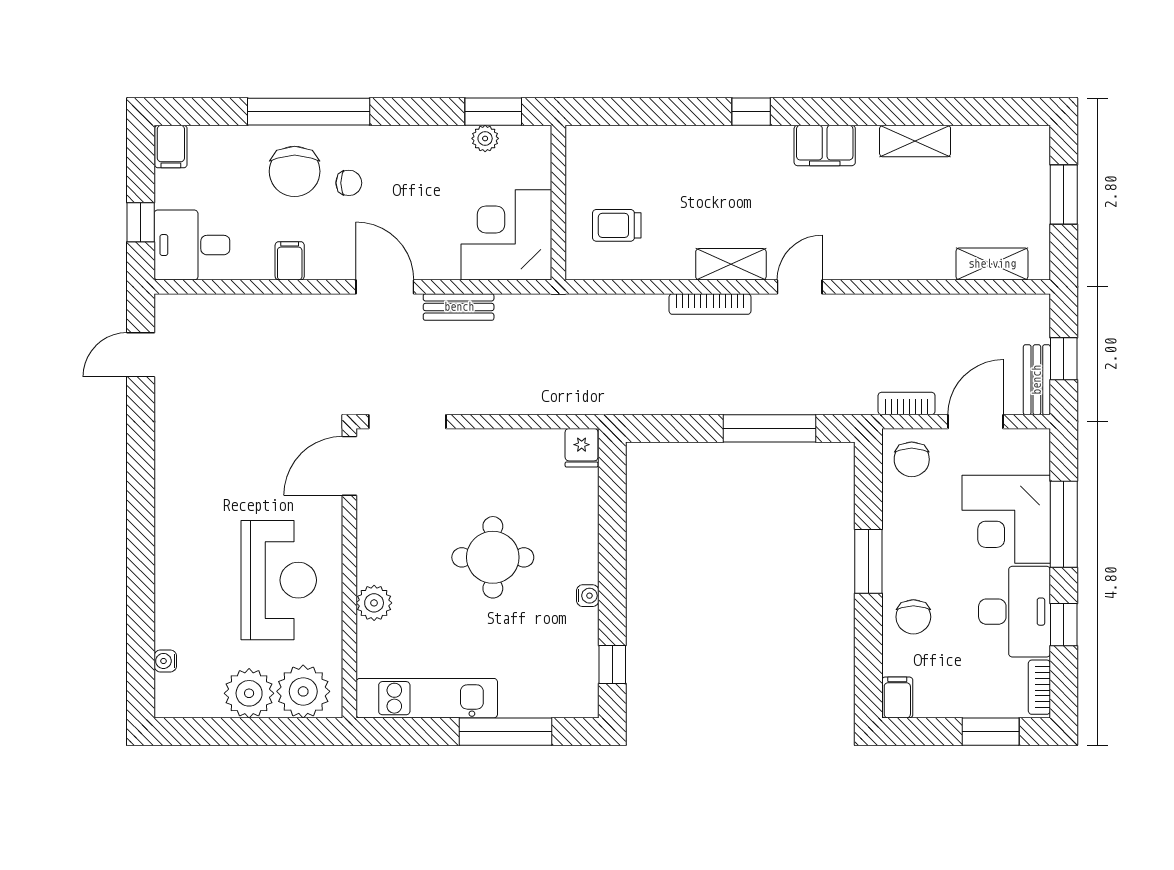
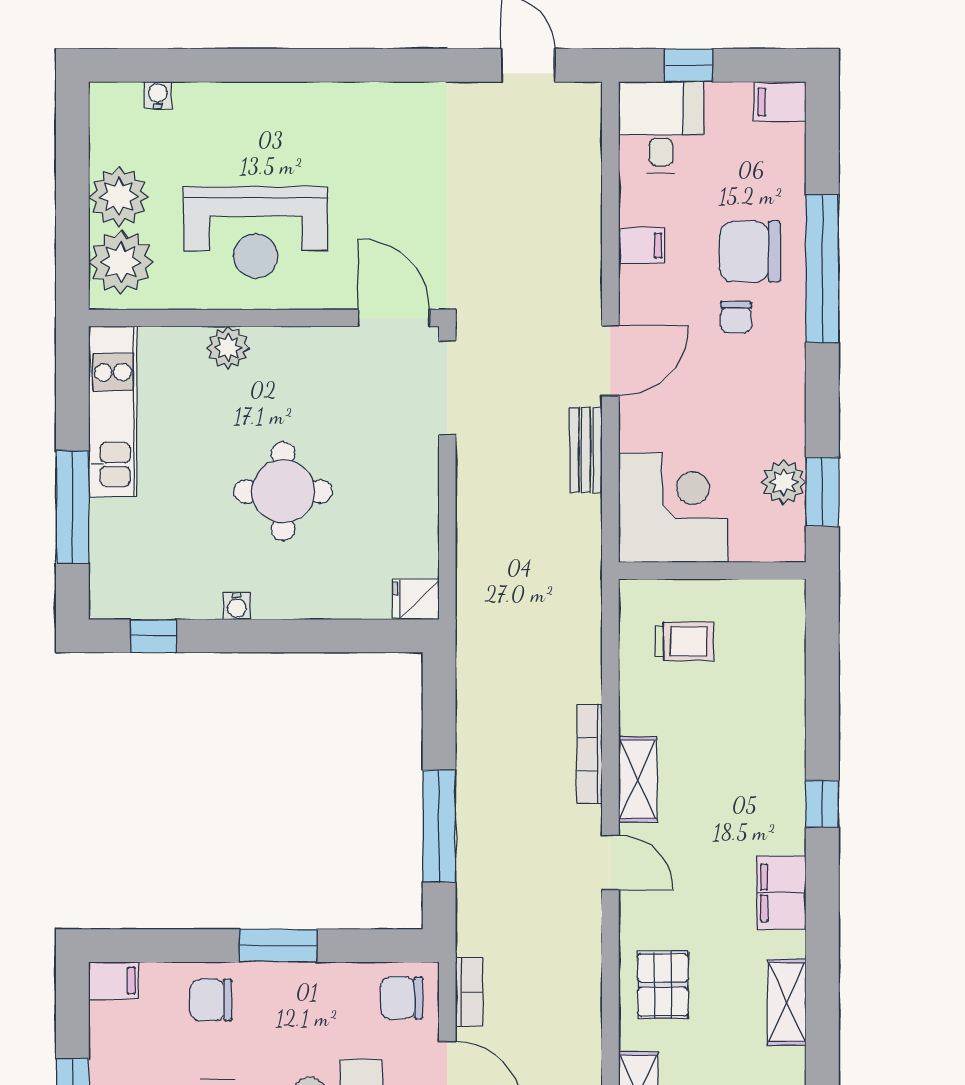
plant: (485, 138) -> (784, 482), width x1.38, depth x1.38
trolley: (617, 225) -> (685, 641), turned 90
pallet: (901, 243) -> (663, 985), added

